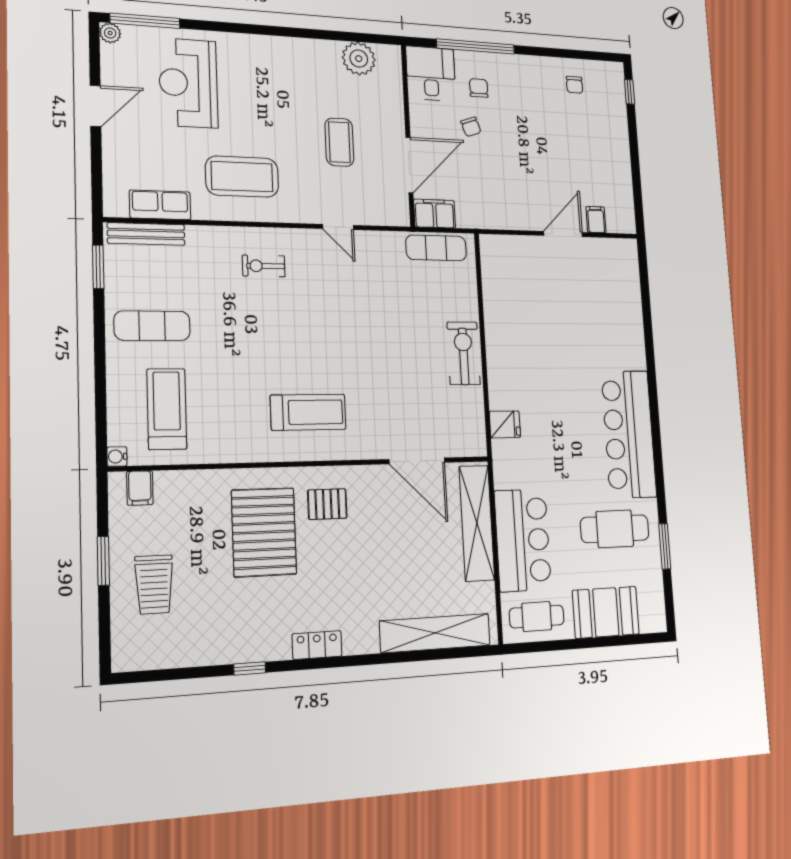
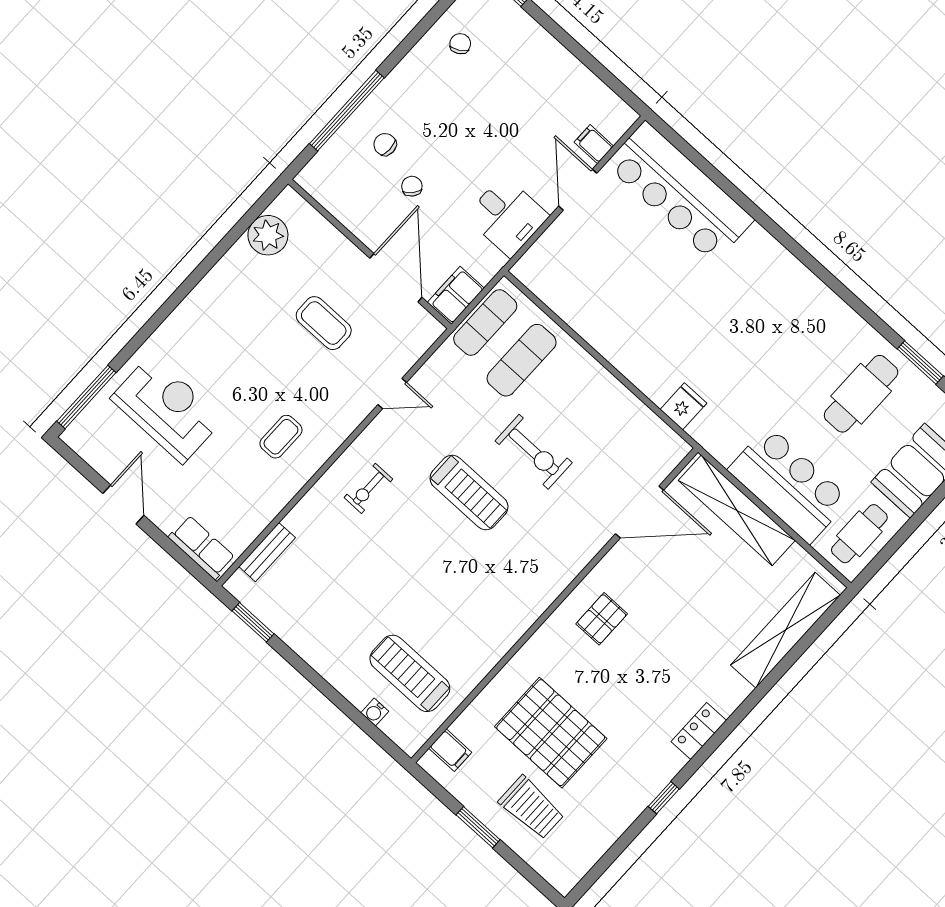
plant: (110, 33) -> (74, 436), removed
desk: (431, 74) -> (507, 216), moved, turned 180
reception desk: (188, 83) -> (167, 409), turned 180
chair: (575, 85) -> (460, 44), turned -120
chair: (471, 127) -> (412, 186), turned -119
coffee table: (242, 177) -> (281, 437), width x0.54, depth x0.58
row of seats: (160, 205) -> (202, 547), moved, turned 90
bench: (146, 234) -> (267, 552), width x0.73
exercise mat: (152, 326) -> (522, 360), moved
exercise bike: (464, 353) -> (534, 452), moved, turned 180
treadmill: (308, 412) -> (469, 493), moved, turned 90
bar counter: (629, 434) -> (680, 192), moved
water cooler: (117, 457) -> (375, 712), moved
pallet: (264, 532) -> (551, 733), moved

